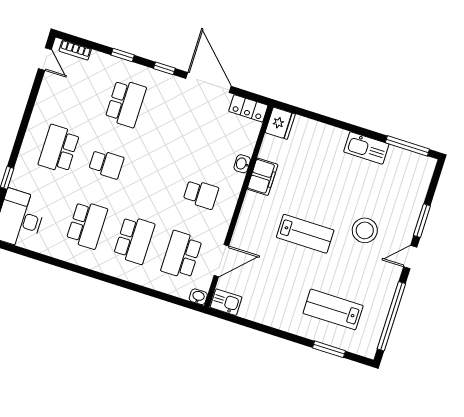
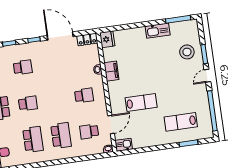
school desk: (126, 103) -> (23, 67), width x0.54
stool: (365, 230) -> (187, 52), moved
lab bench: (305, 234) -> (141, 102), moved
school desk: (181, 255) -> (89, 132), width x0.54

